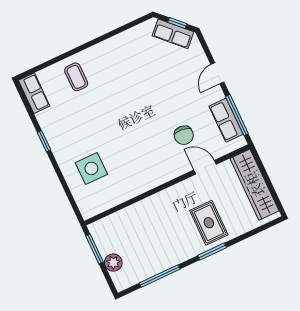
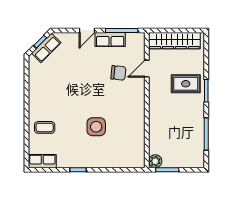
door: (217, 73) -> (87, 30), hinge flipped
row of seats: (226, 120) -> (110, 40), moved
side table: (91, 168) -> (96, 127), moved
plant: (113, 263) -> (155, 161), moved

